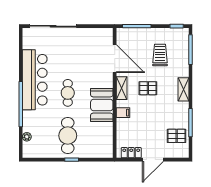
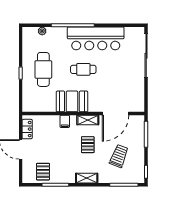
trolley: (160, 55) -> (119, 156), turned -69
cafe table: (68, 136) -> (43, 69), turned 90

